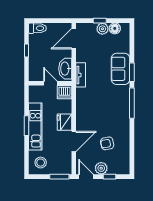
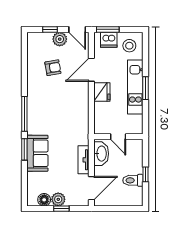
toilet: (37, 28) -> (133, 180), moved
tv unit: (81, 75) -> (83, 160), moved
dishwasher: (64, 92) -> (109, 40), moved, turned 180

